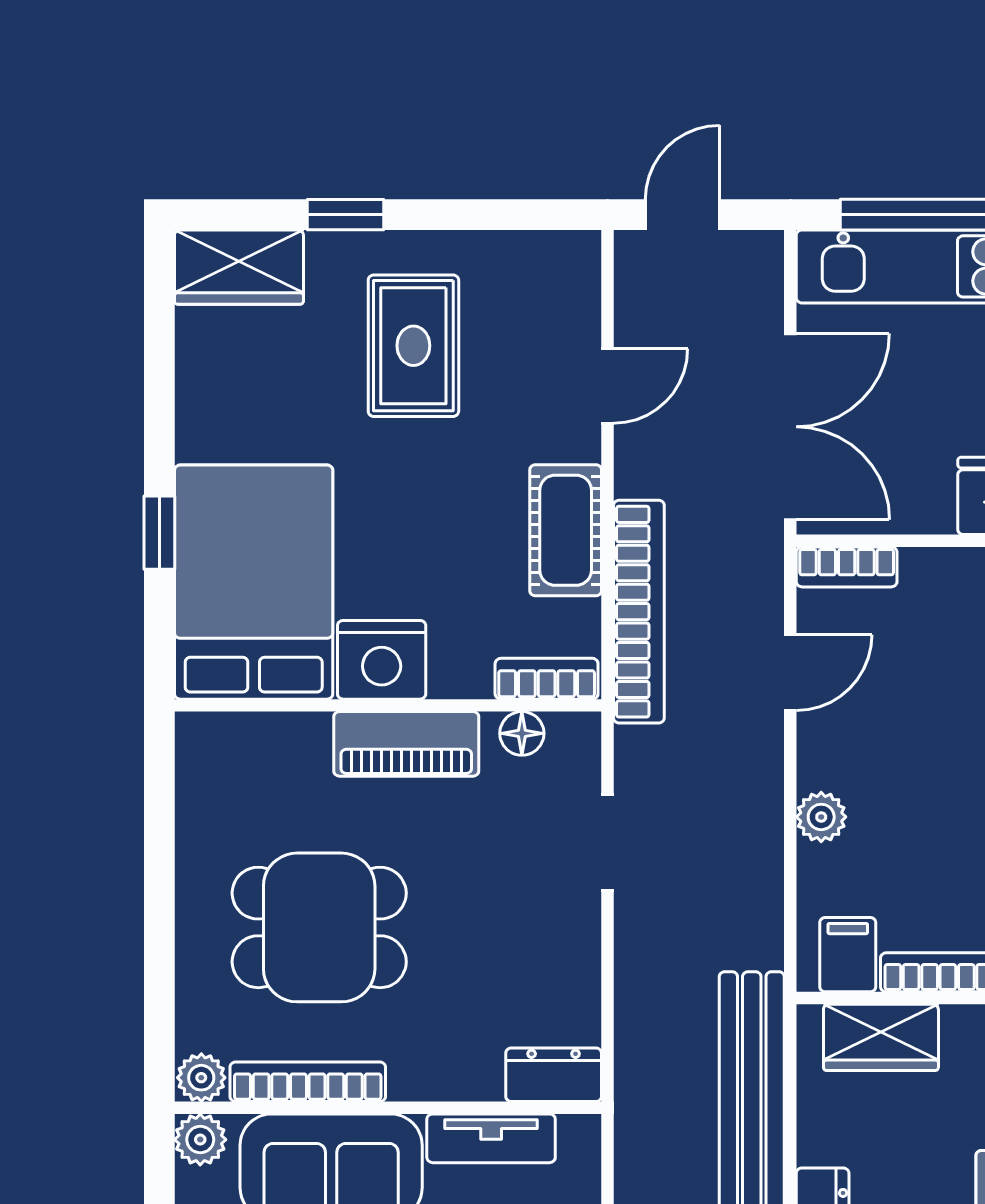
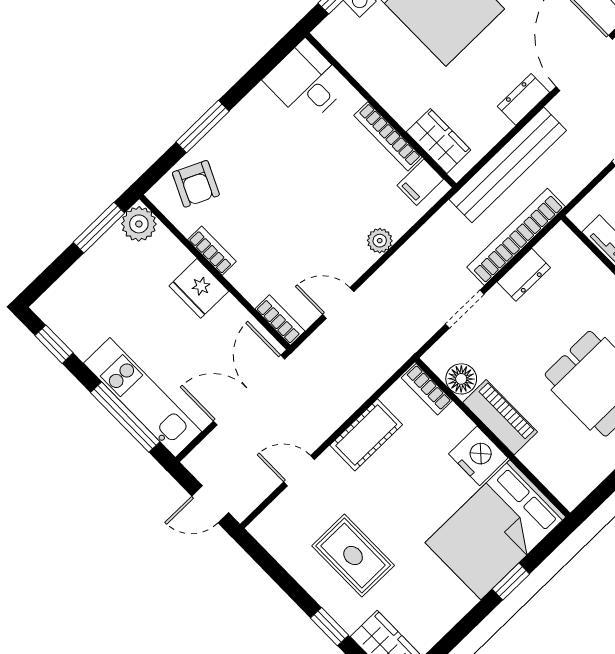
rug: (413, 346) -> (353, 556), turned 90
bookcase: (639, 612) -> (516, 237), moved
floor lamp: (522, 733) -> (461, 379), width x1.37, depth x1.37
dresser: (554, 1075) -> (524, 275), moved, turned -90

